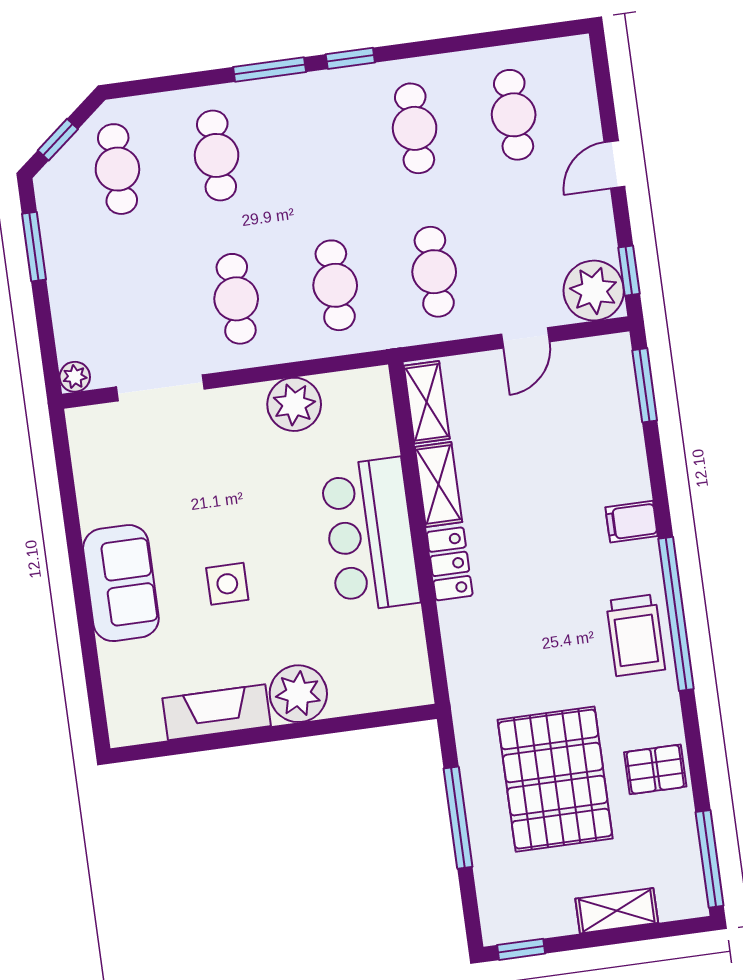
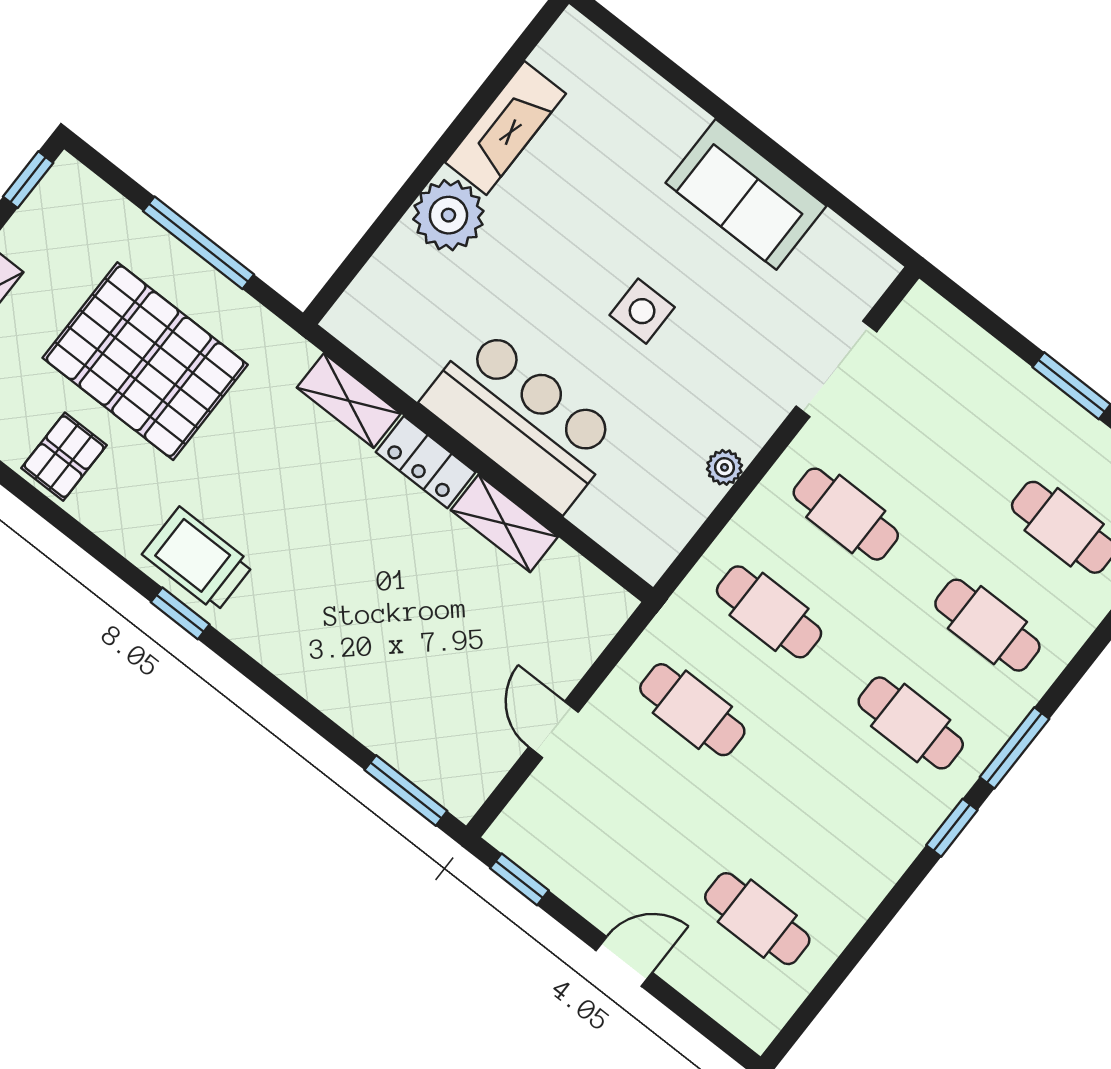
cafe table: (415, 128) -> (911, 723), moved
door: (614, 165) -> (624, 961), hinge flipped
plant: (594, 291) -> (534, 831), removed
plant: (75, 377) -> (922, 305), removed
shelving: (427, 402) -> (349, 401), moved
plant: (294, 404) -> (725, 467), width x0.53, depth x0.53
filing cabinet: (632, 522) -> (300, 657), removed
sofa: (121, 583) -> (746, 194), moved
side table: (227, 584) -> (642, 311), moved
window: (676, 614) -> (180, 613), width x0.32

